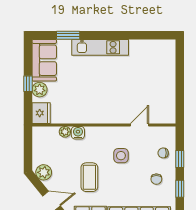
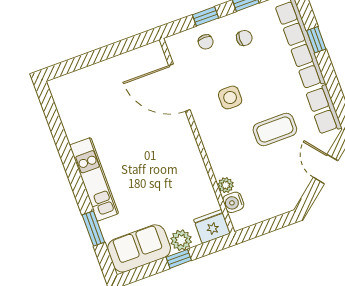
door: (140, 125) -> (179, 88), width x1.88
water cooler: (78, 133) -> (233, 202), moved
plant: (44, 172) -> (291, 194), removed

